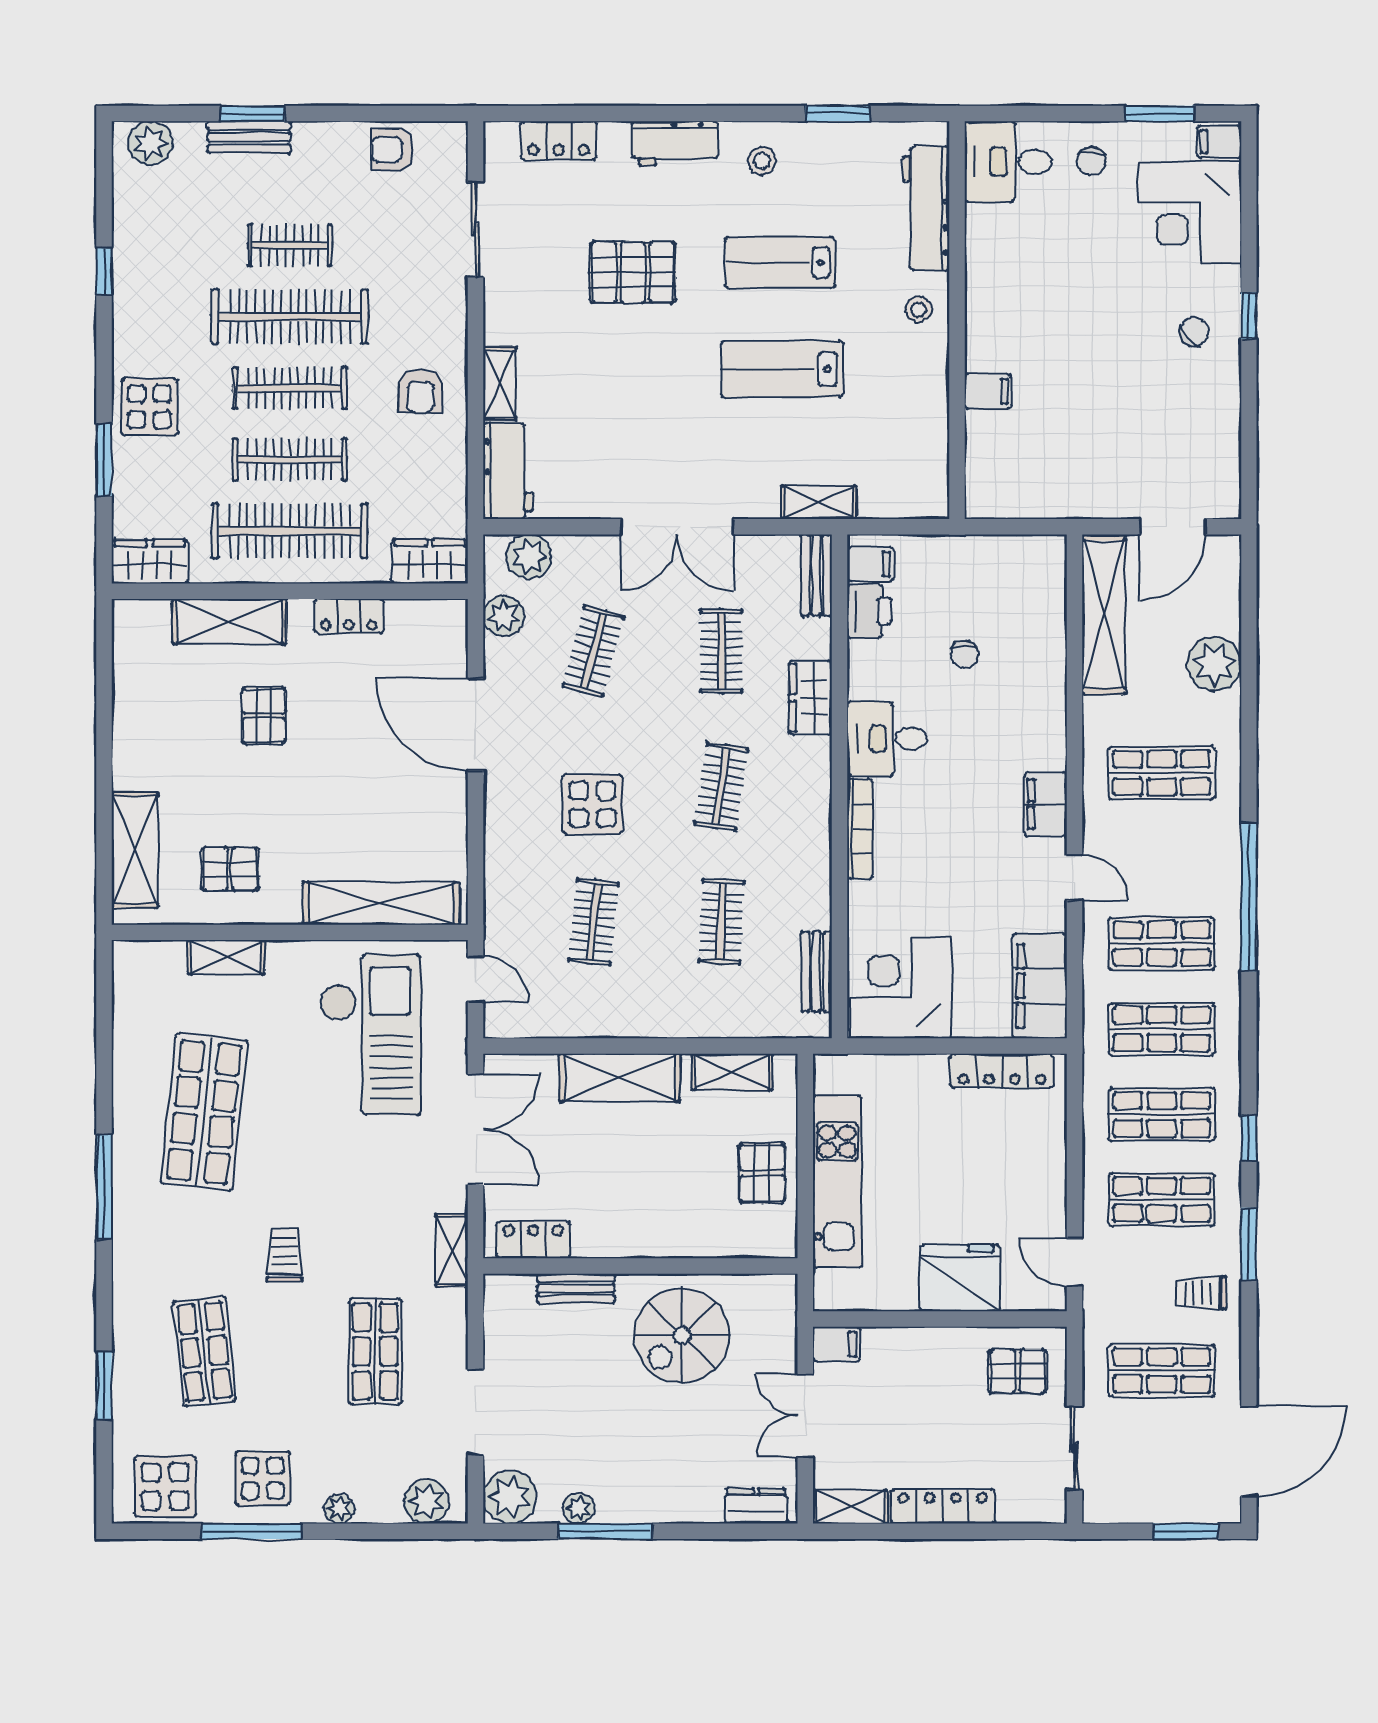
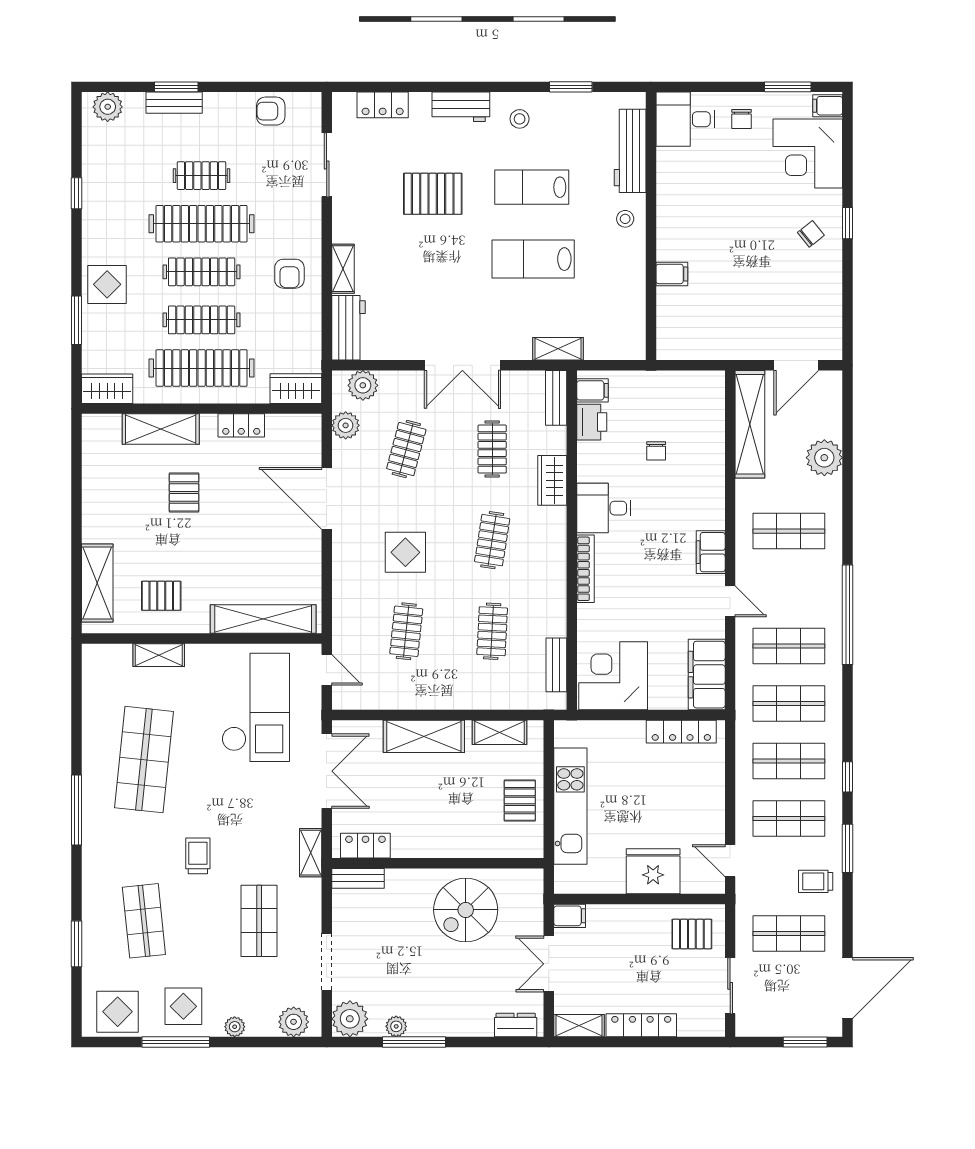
bench: (576, 1288) -> (358, 878), moved

